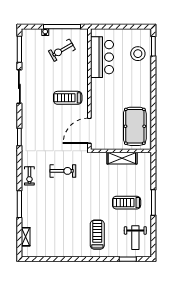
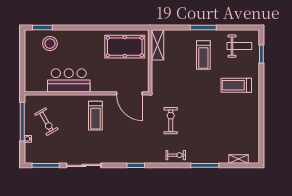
bar counter: (102, 57) -> (69, 80), moved
shelving: (122, 158) -> (157, 45), moved

